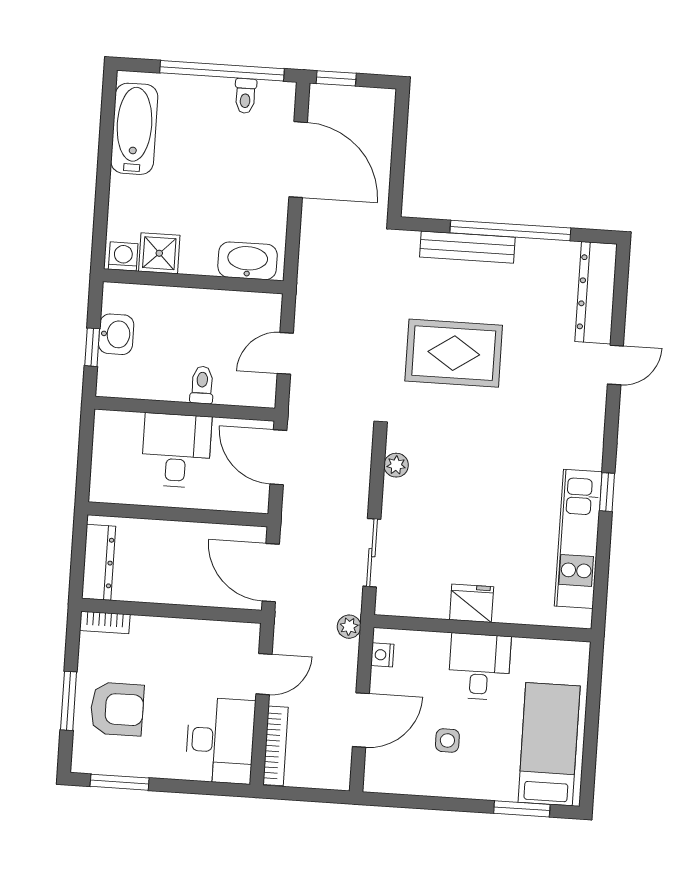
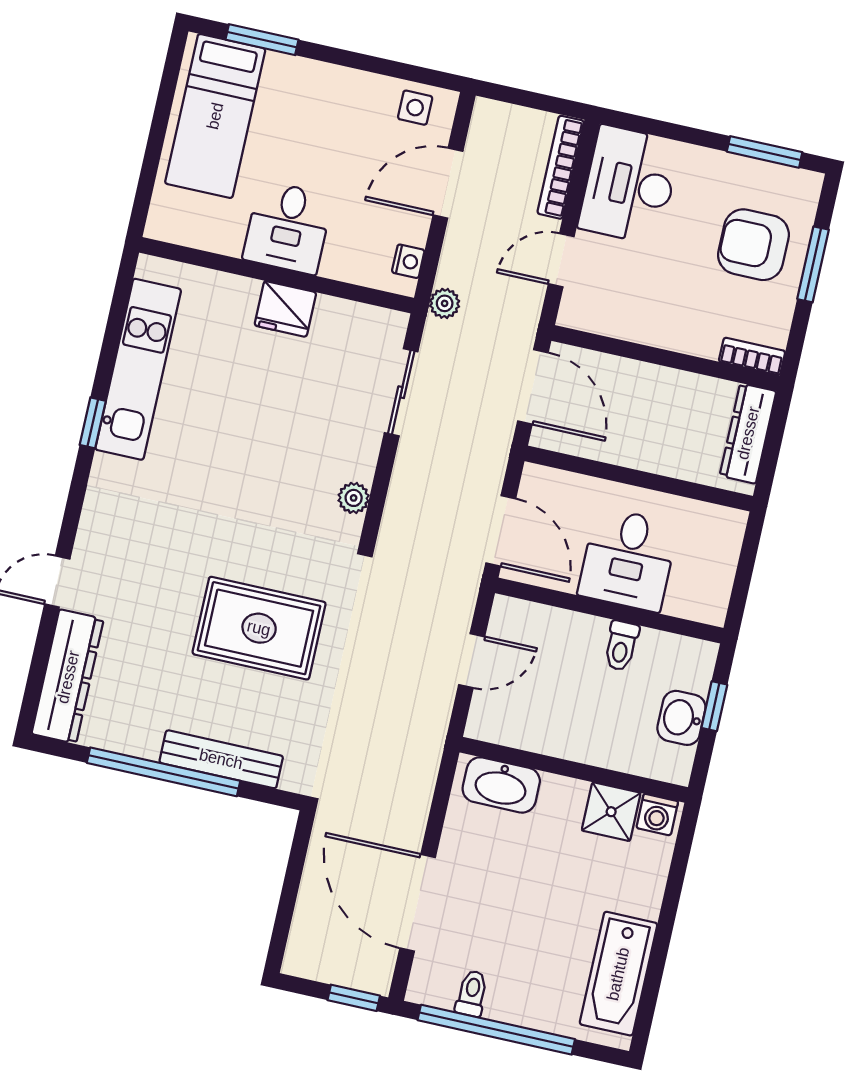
toilet: (202, 385) -> (621, 646), moved
side table: (447, 740) -> (415, 108), moved

